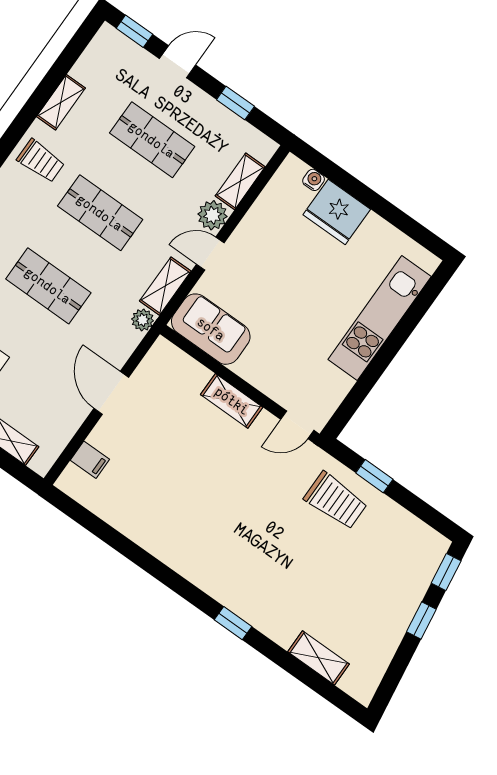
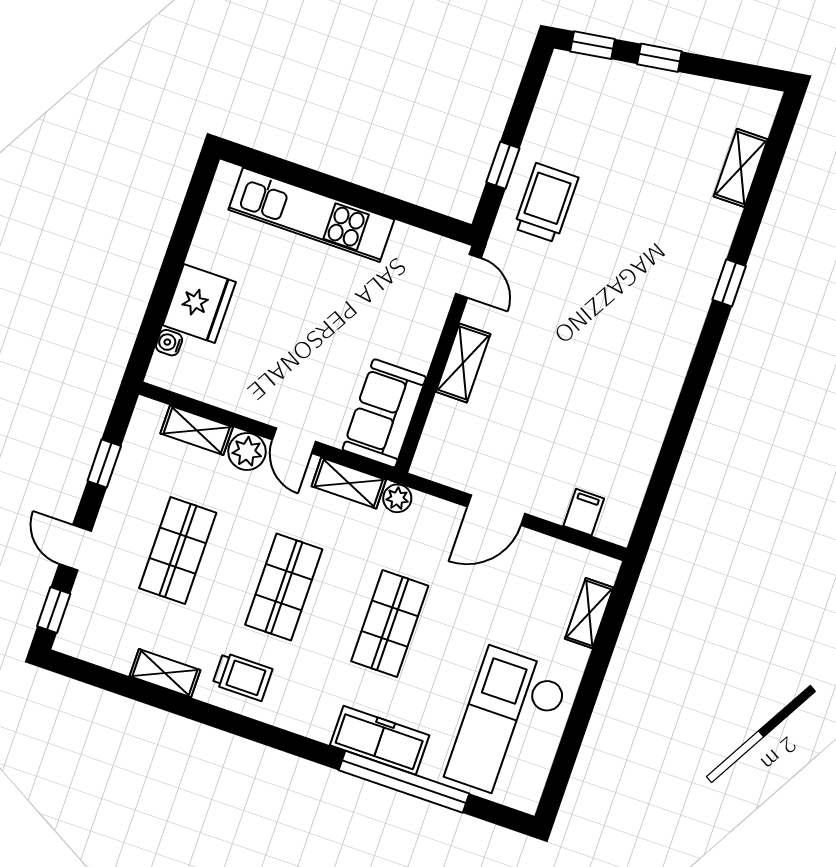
trolley: (41, 161) -> (242, 677), turned 90

